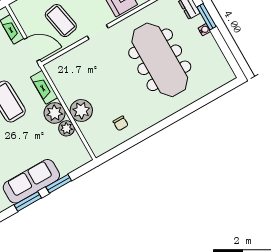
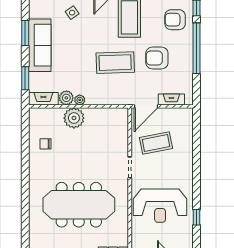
fireplace: (44, 87) -> (43, 99), moved
plant: (55, 113) -> (80, 100), width x0.53, depth x0.53
window: (59, 184) -> (25, 78), moved

